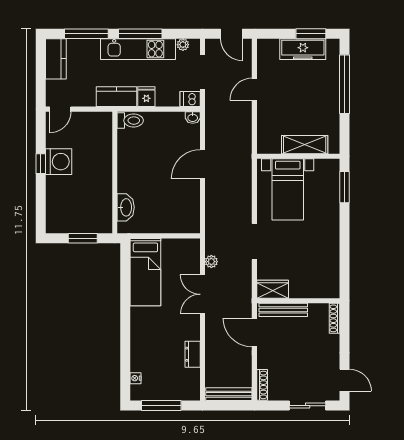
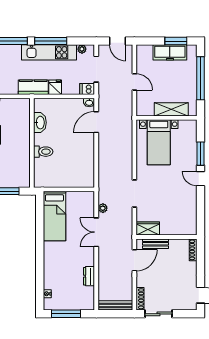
door: (254, 89) -> (134, 82), swing flipped
toilet: (130, 121) -> (43, 152), moved
shelving: (305, 145) -> (171, 109), moved
wall: (298, 156) -> (167, 118), moved
door: (202, 164) -> (96, 122), moved
bed with nightstands: (288, 189) -> (159, 142), moved
washbasin: (126, 207) -> (40, 123), moved
door: (345, 221) -> (200, 179), added
bench: (283, 310) -> (156, 244), width x0.73
door: (254, 333) -> (134, 260), swing flipped
sliding door: (308, 406) -> (158, 314), moved

